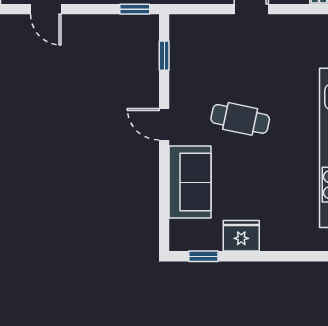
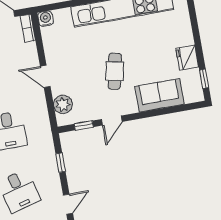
window: (135, 9) -> (61, 163), moved
plant: (203, 29) -> (63, 104), added
door: (164, 124) -> (112, 120), moved

